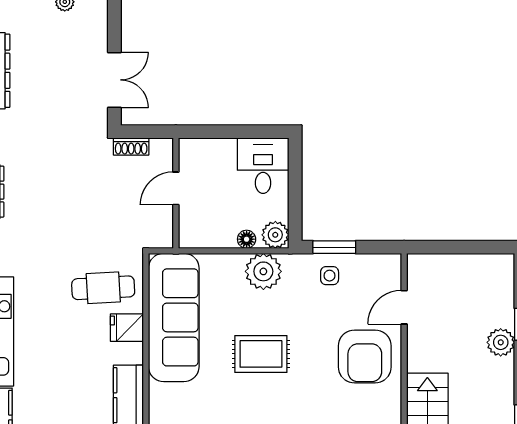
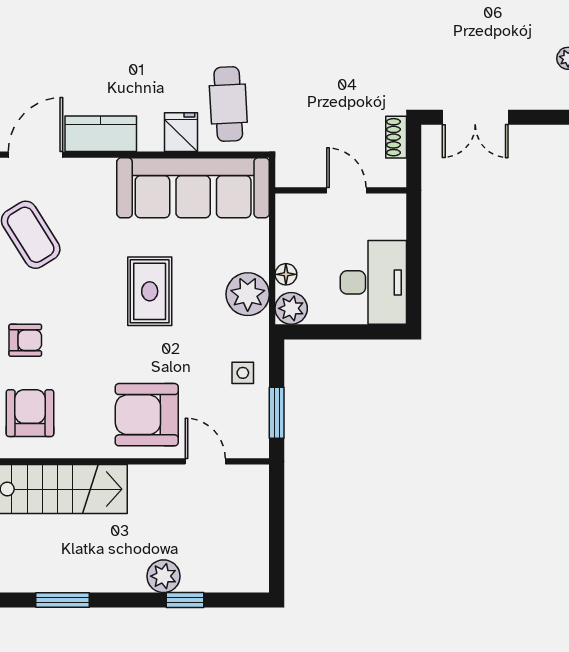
desk: (263, 166) -> (373, 282), width x1.37
window: (334, 247) -> (277, 413), moved

